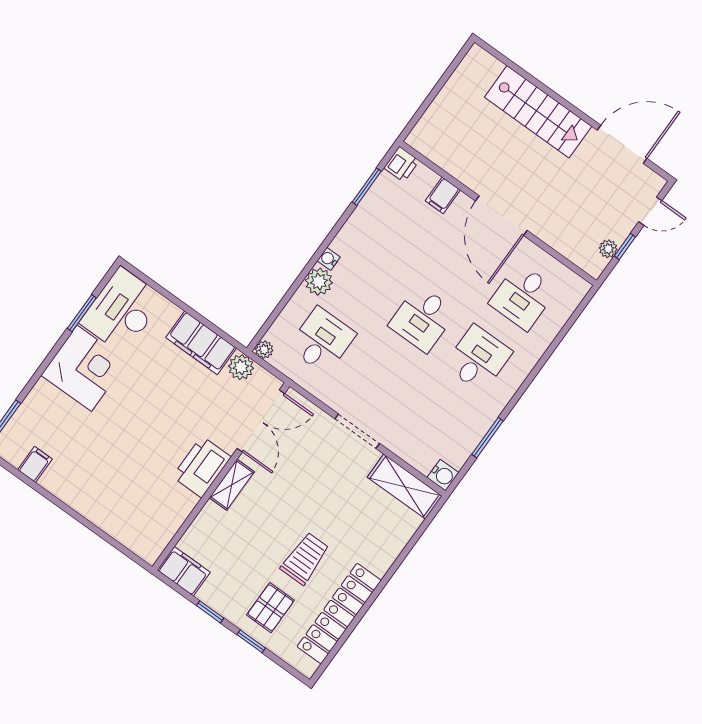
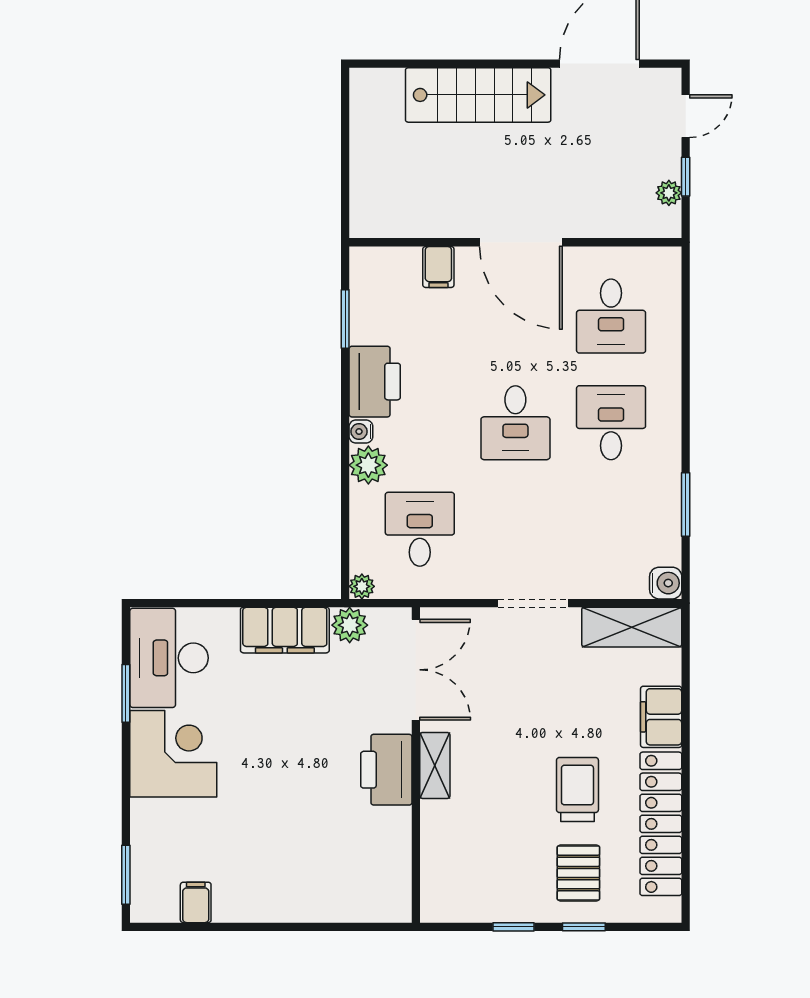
printer: (402, 164) -> (375, 382), moved, width x1.87, depth x1.48
filing cabinet: (184, 571) -> (661, 717), moved, turned -90

